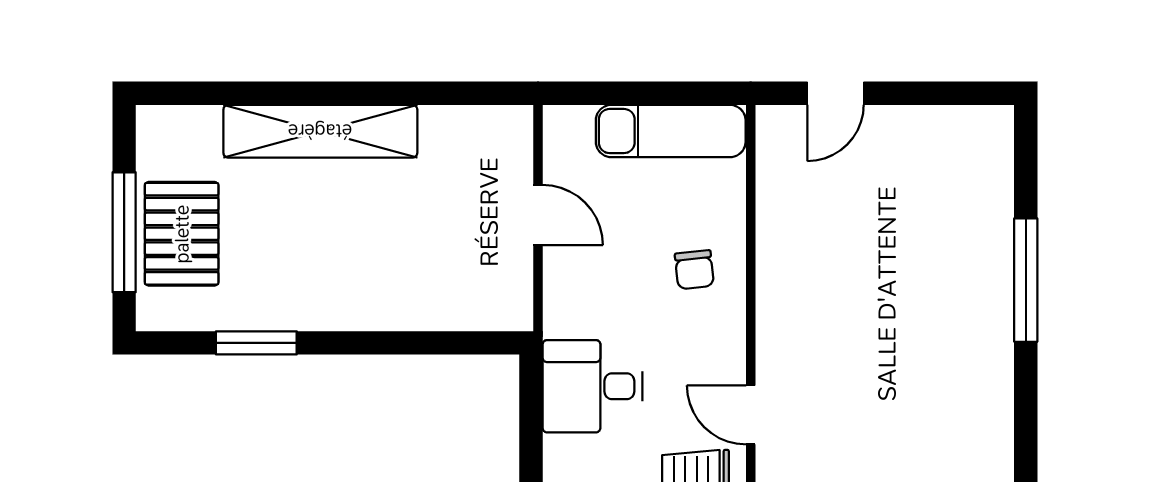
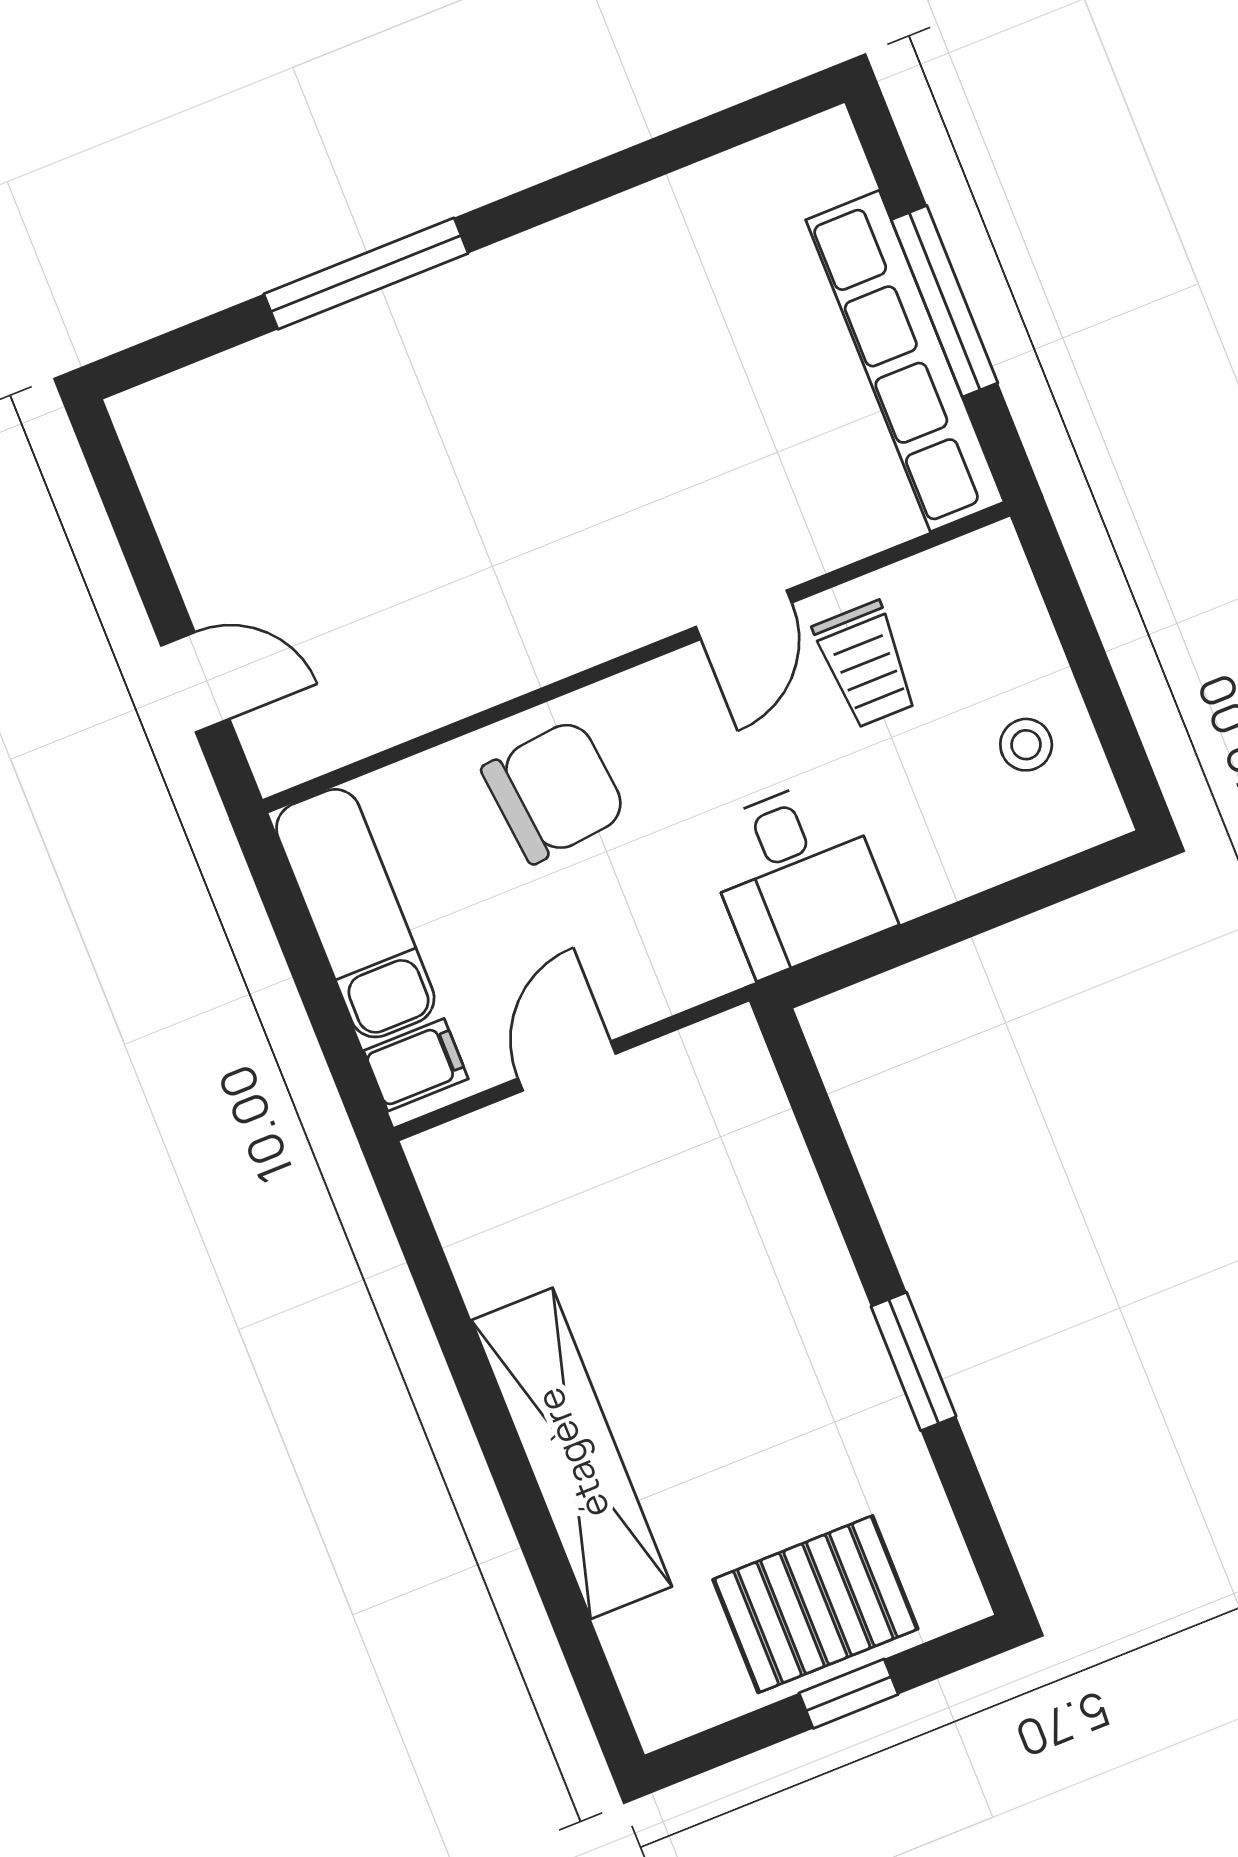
filing cabinet: (572, 131) -> (416, 1065), added
window: (124, 232) -> (849, 1694), width x0.46
chair: (694, 270) -> (554, 791), width x1.87, depth x1.87
window: (256, 343) -> (914, 1361), moved

